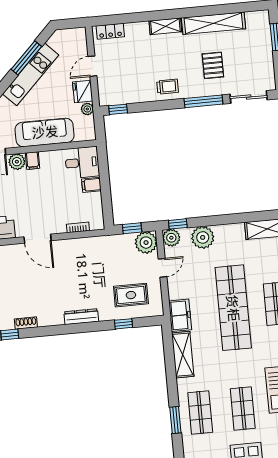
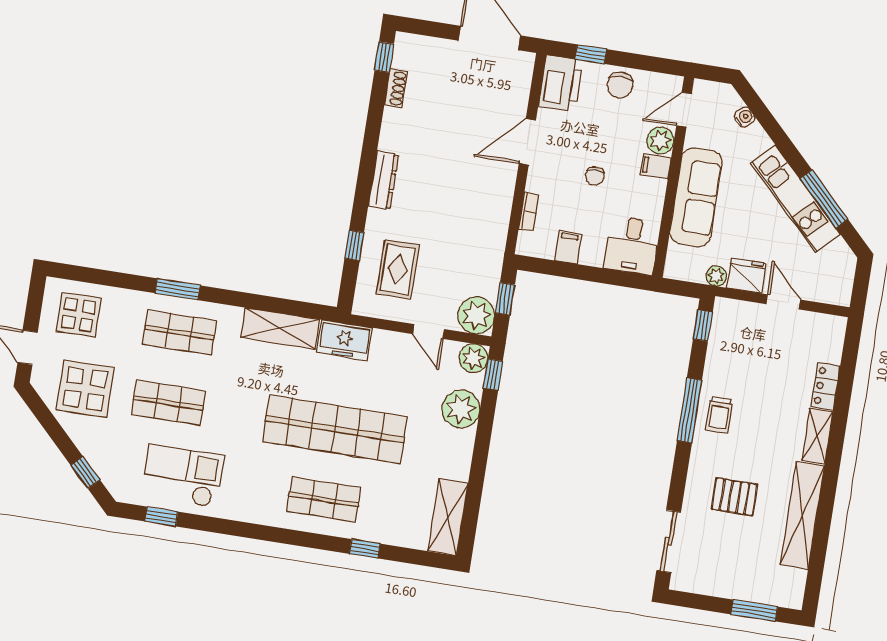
locker: (110, 31) -> (826, 386), moved
window: (203, 101) -> (689, 410), moved
filing cabinet: (91, 185) -> (568, 247), moved
chair: (47, 194) -> (595, 176), added

